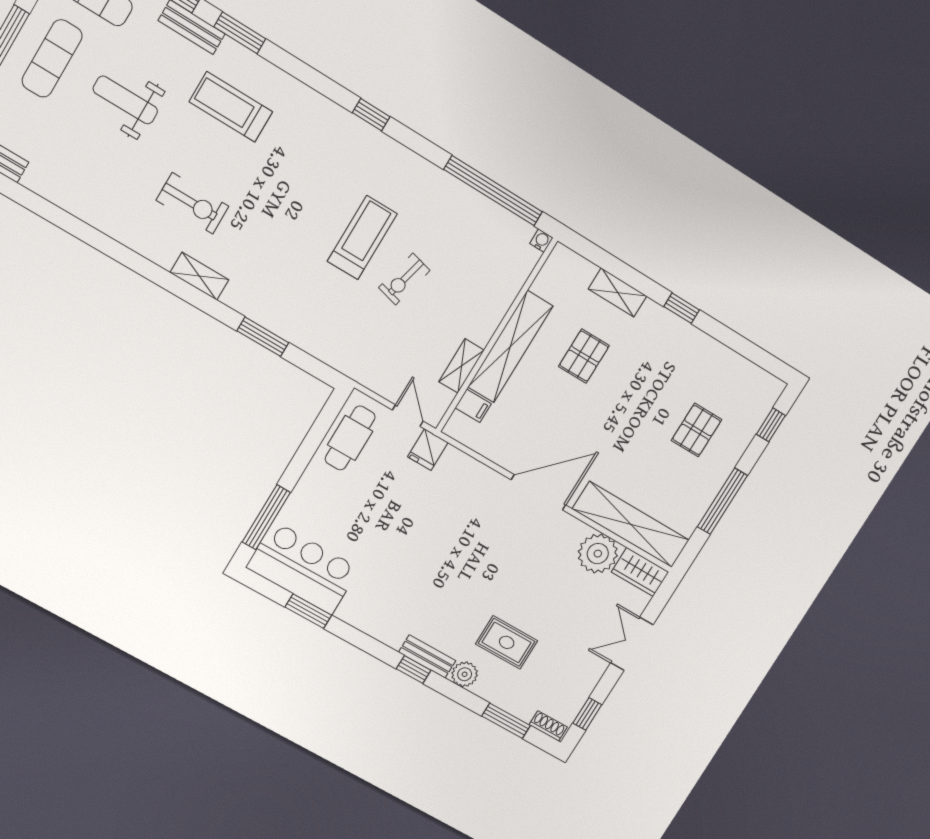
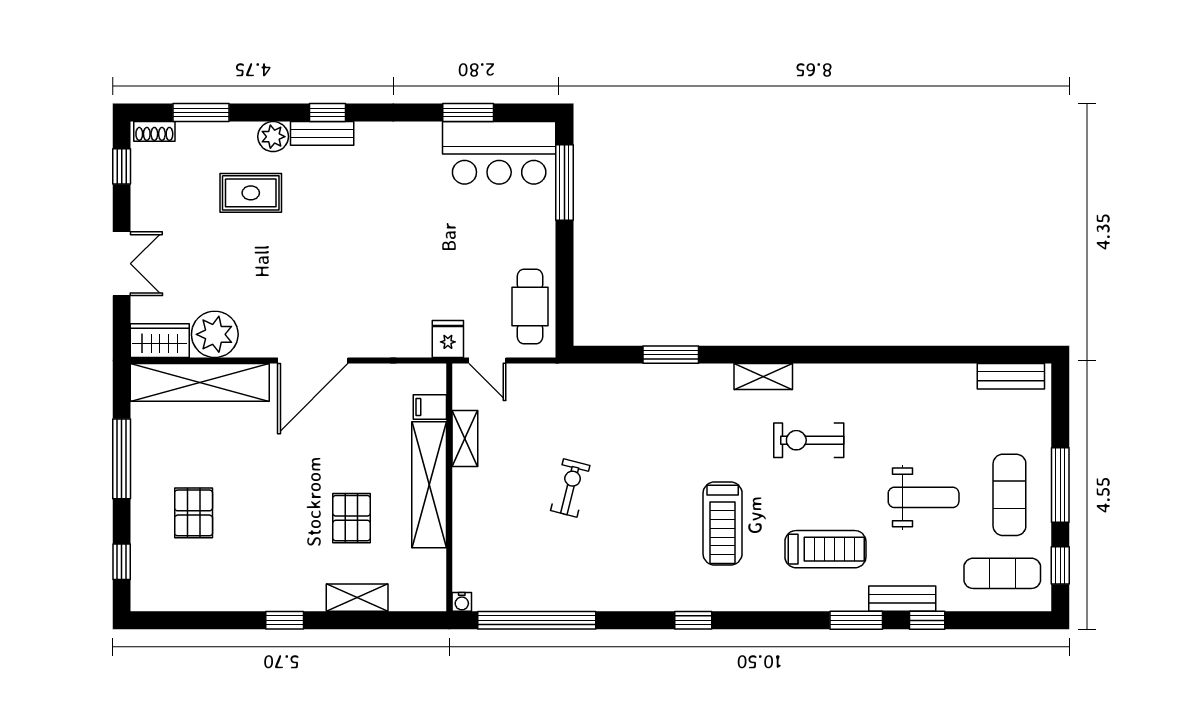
treadmill: (362, 237) -> (723, 524), moved

